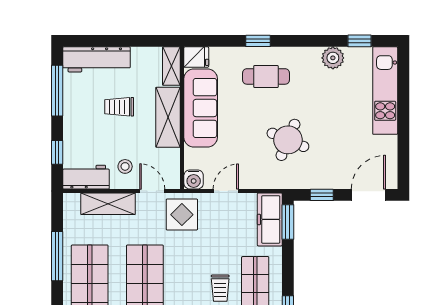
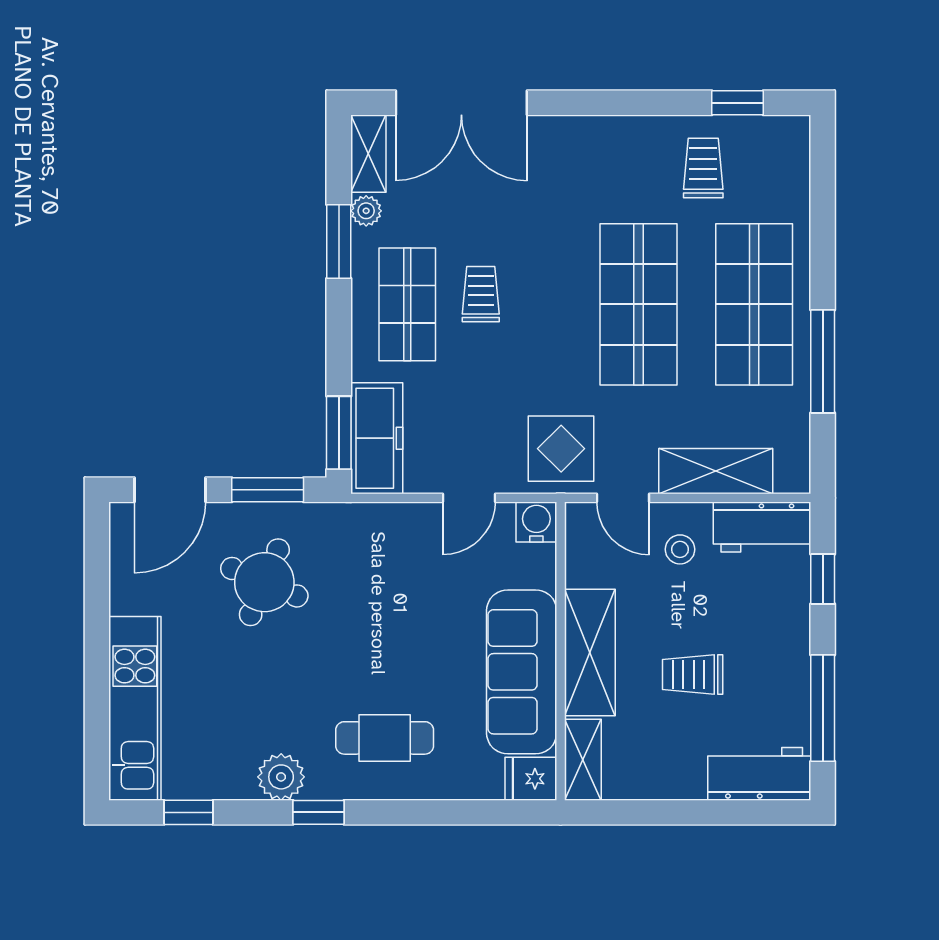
window: (258, 41) -> (319, 812), moved
plant: (333, 58) -> (281, 777), moved
workbench: (96, 59) -> (759, 774), width x0.73
trolley: (119, 107) -> (693, 674), turned 180
round table: (288, 140) -> (264, 582), moved
window: (322, 195) -> (268, 490), width x1.50

